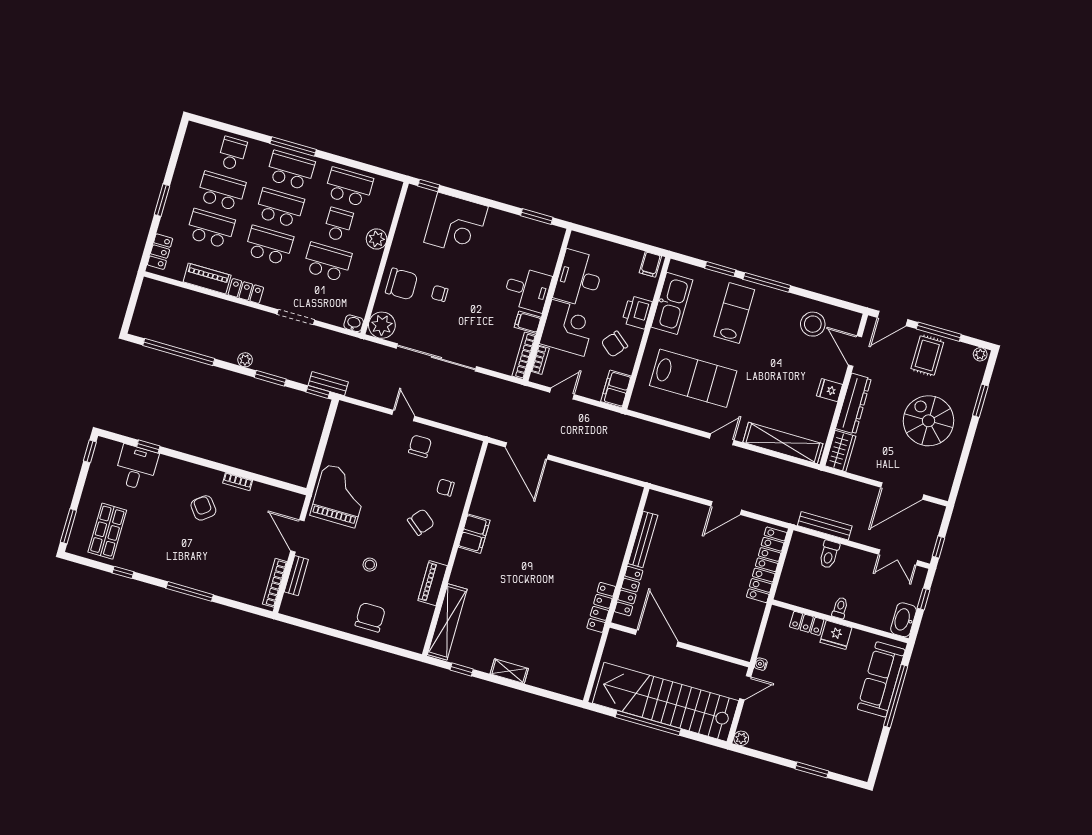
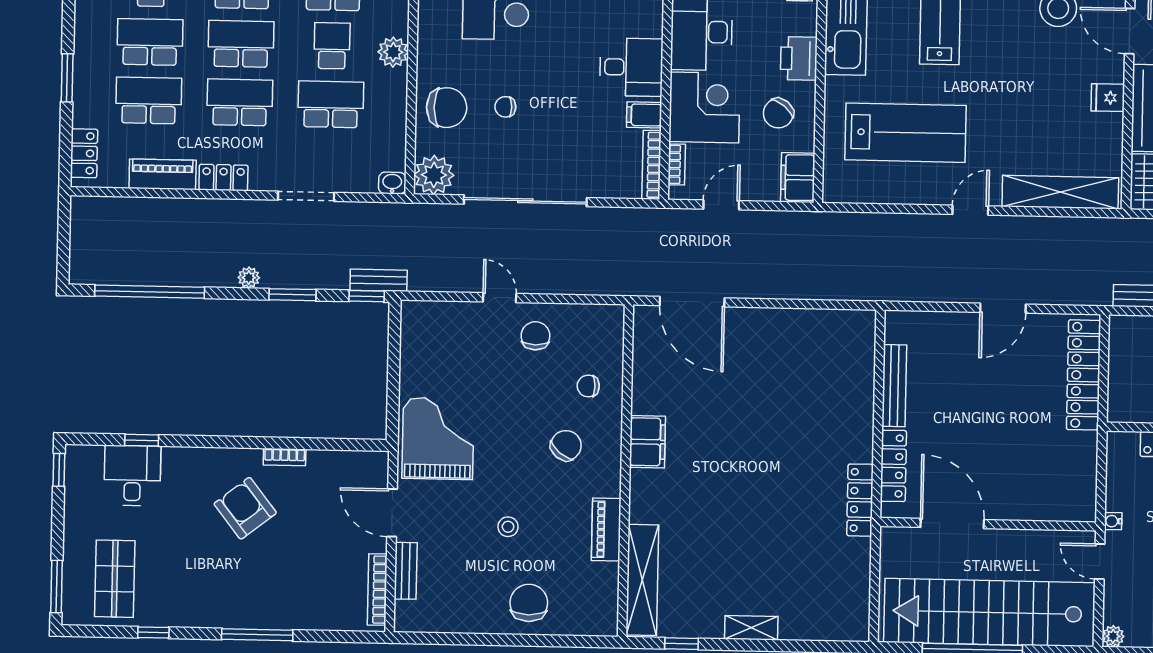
armchair: (203, 508) -> (245, 508), width x1.38, depth x1.38
door: (745, 688) -> (1100, 561), swing flipped

